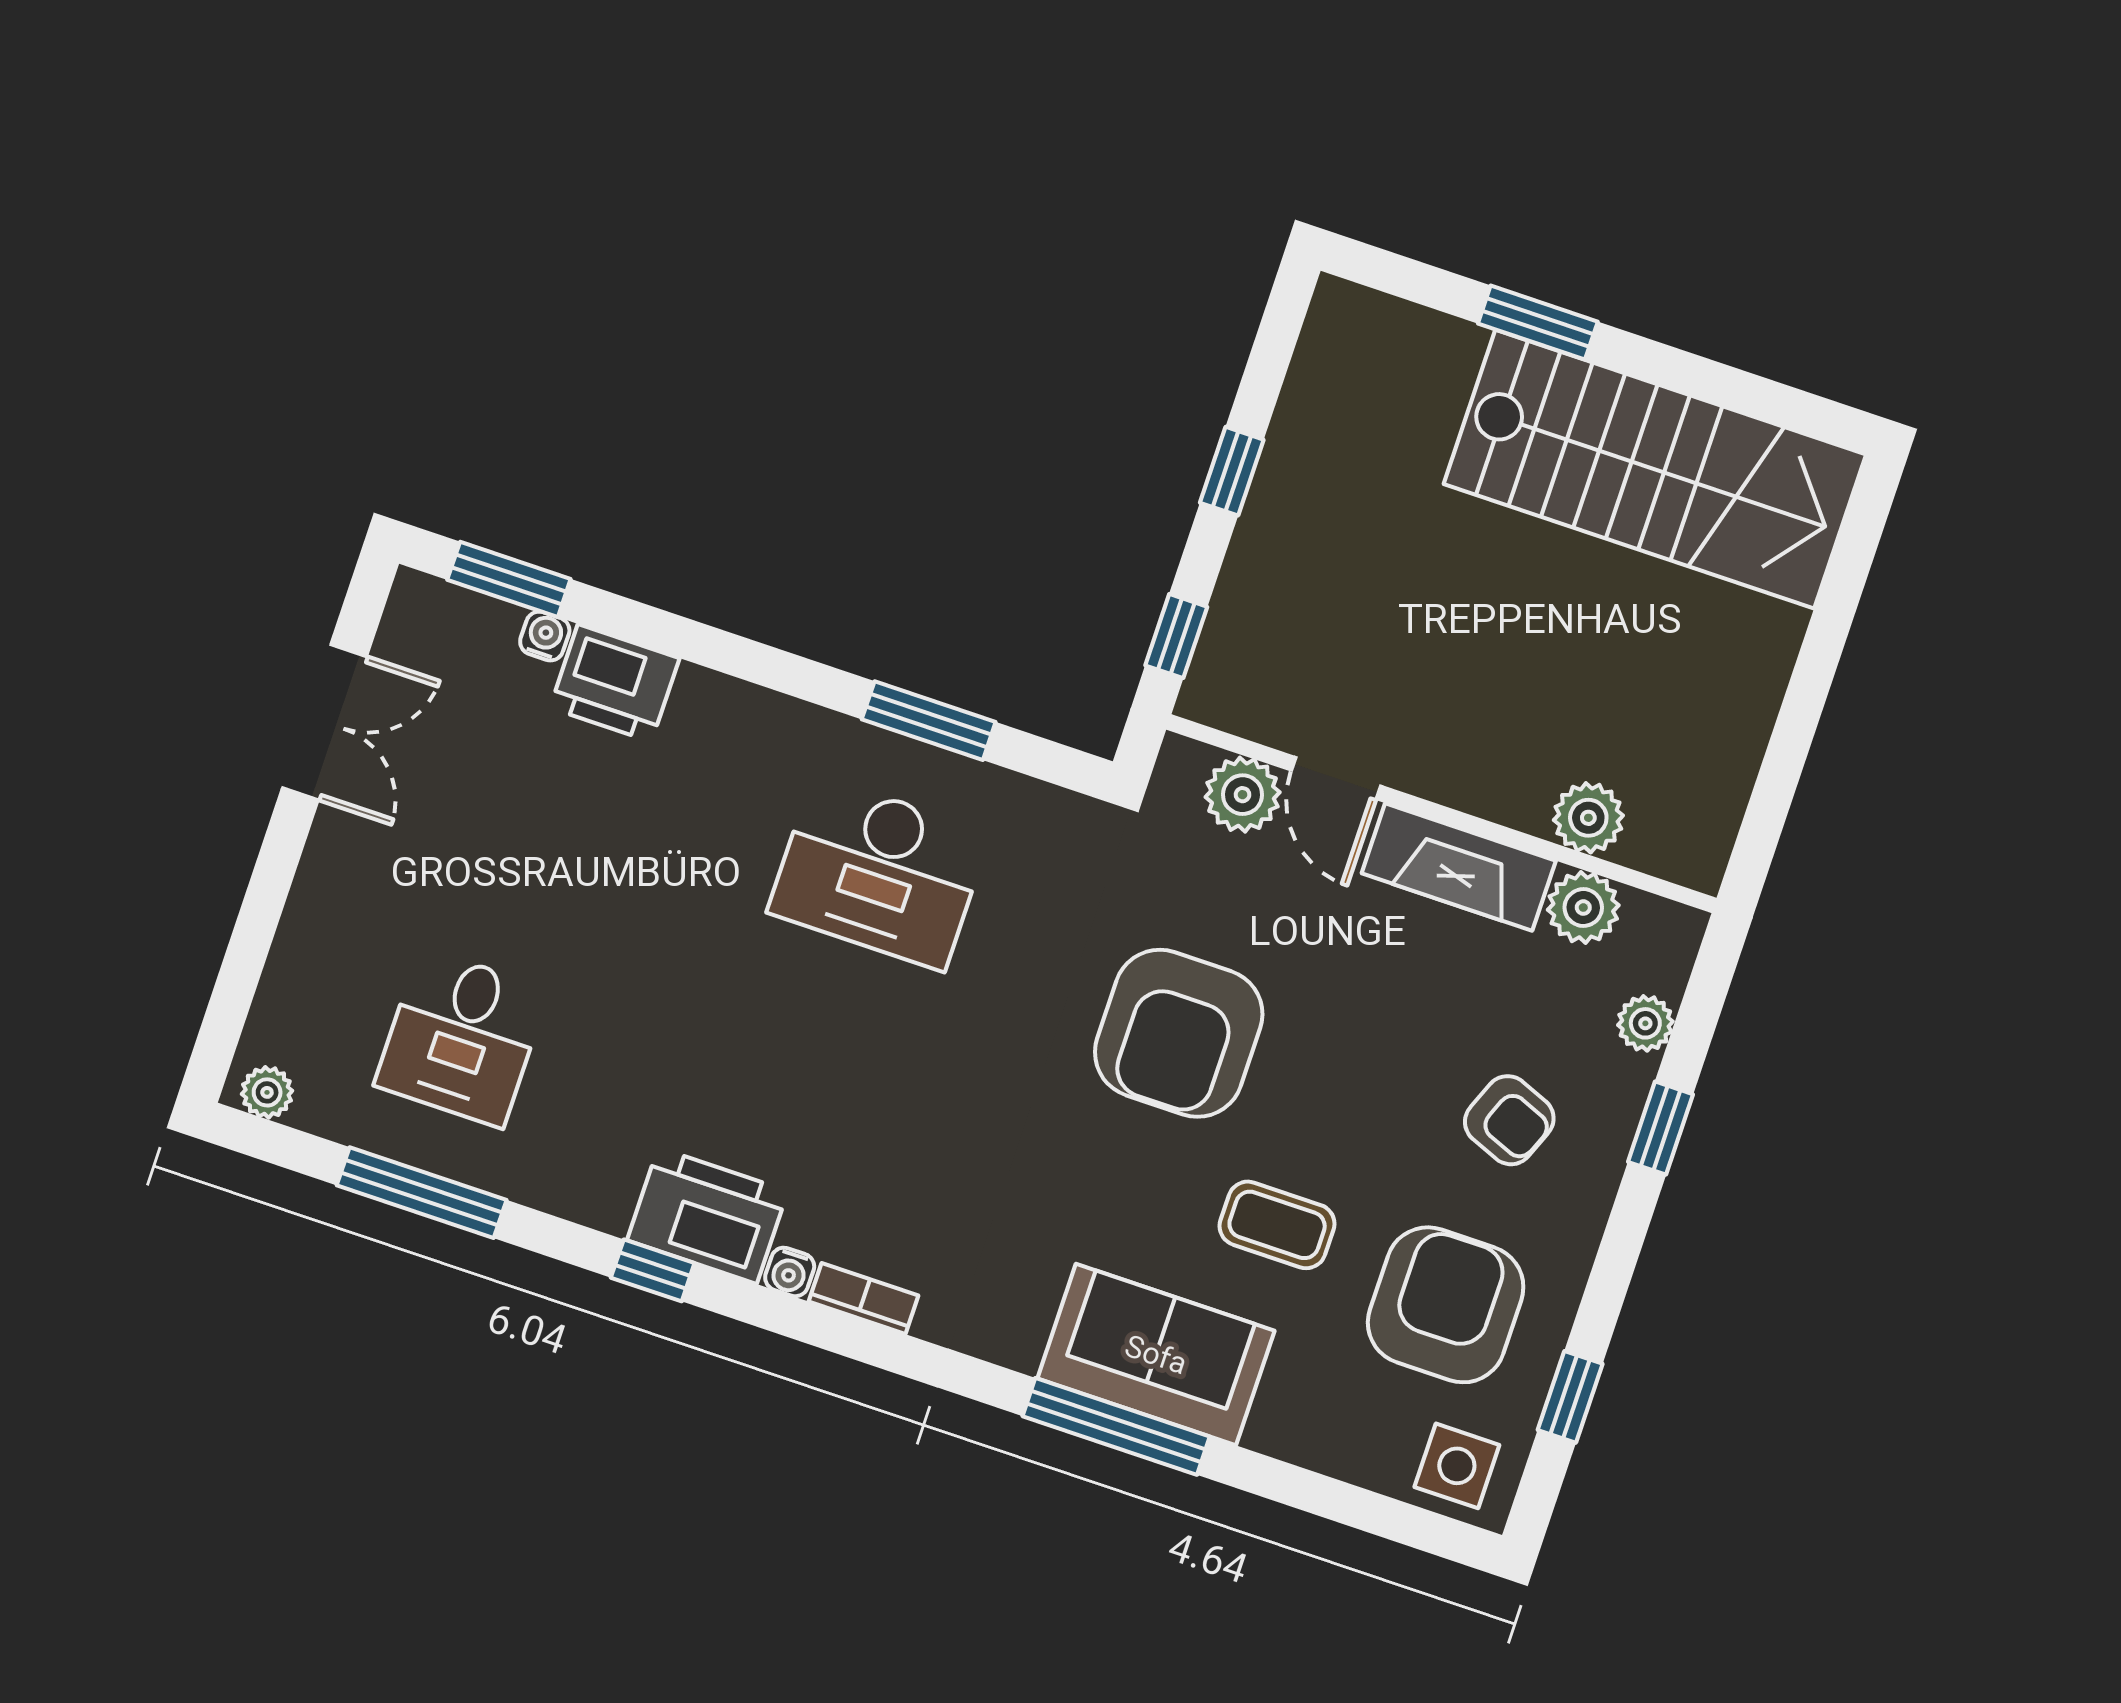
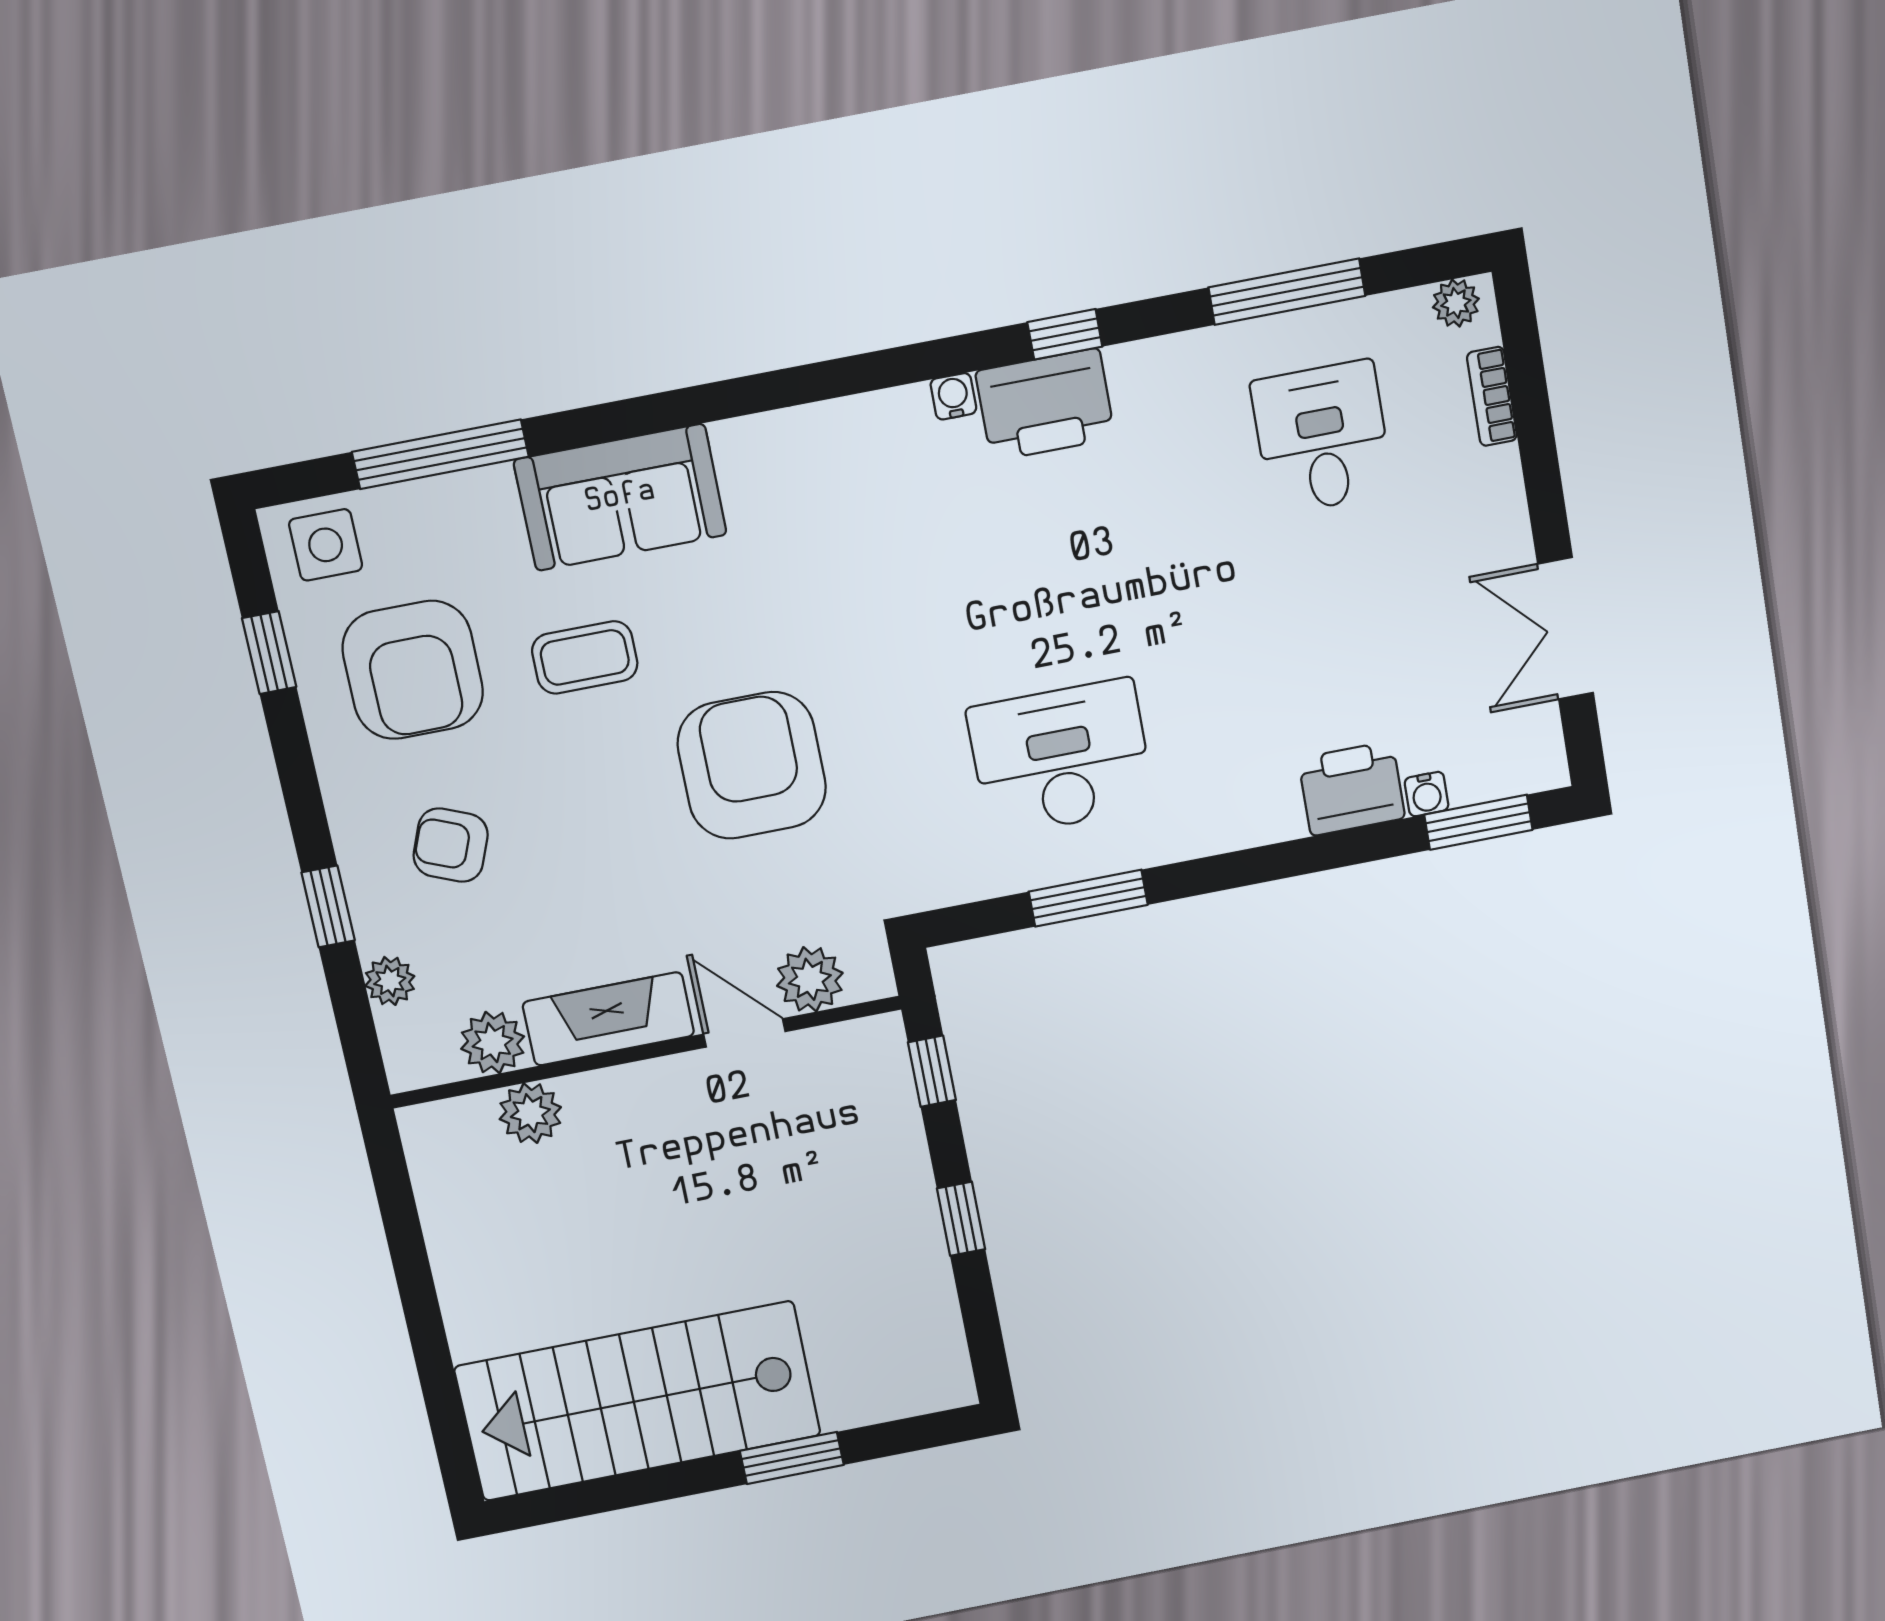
bookcase: (864, 1298) -> (1492, 396), moved, turned 90
window: (1116, 1426) -> (440, 454), moved

